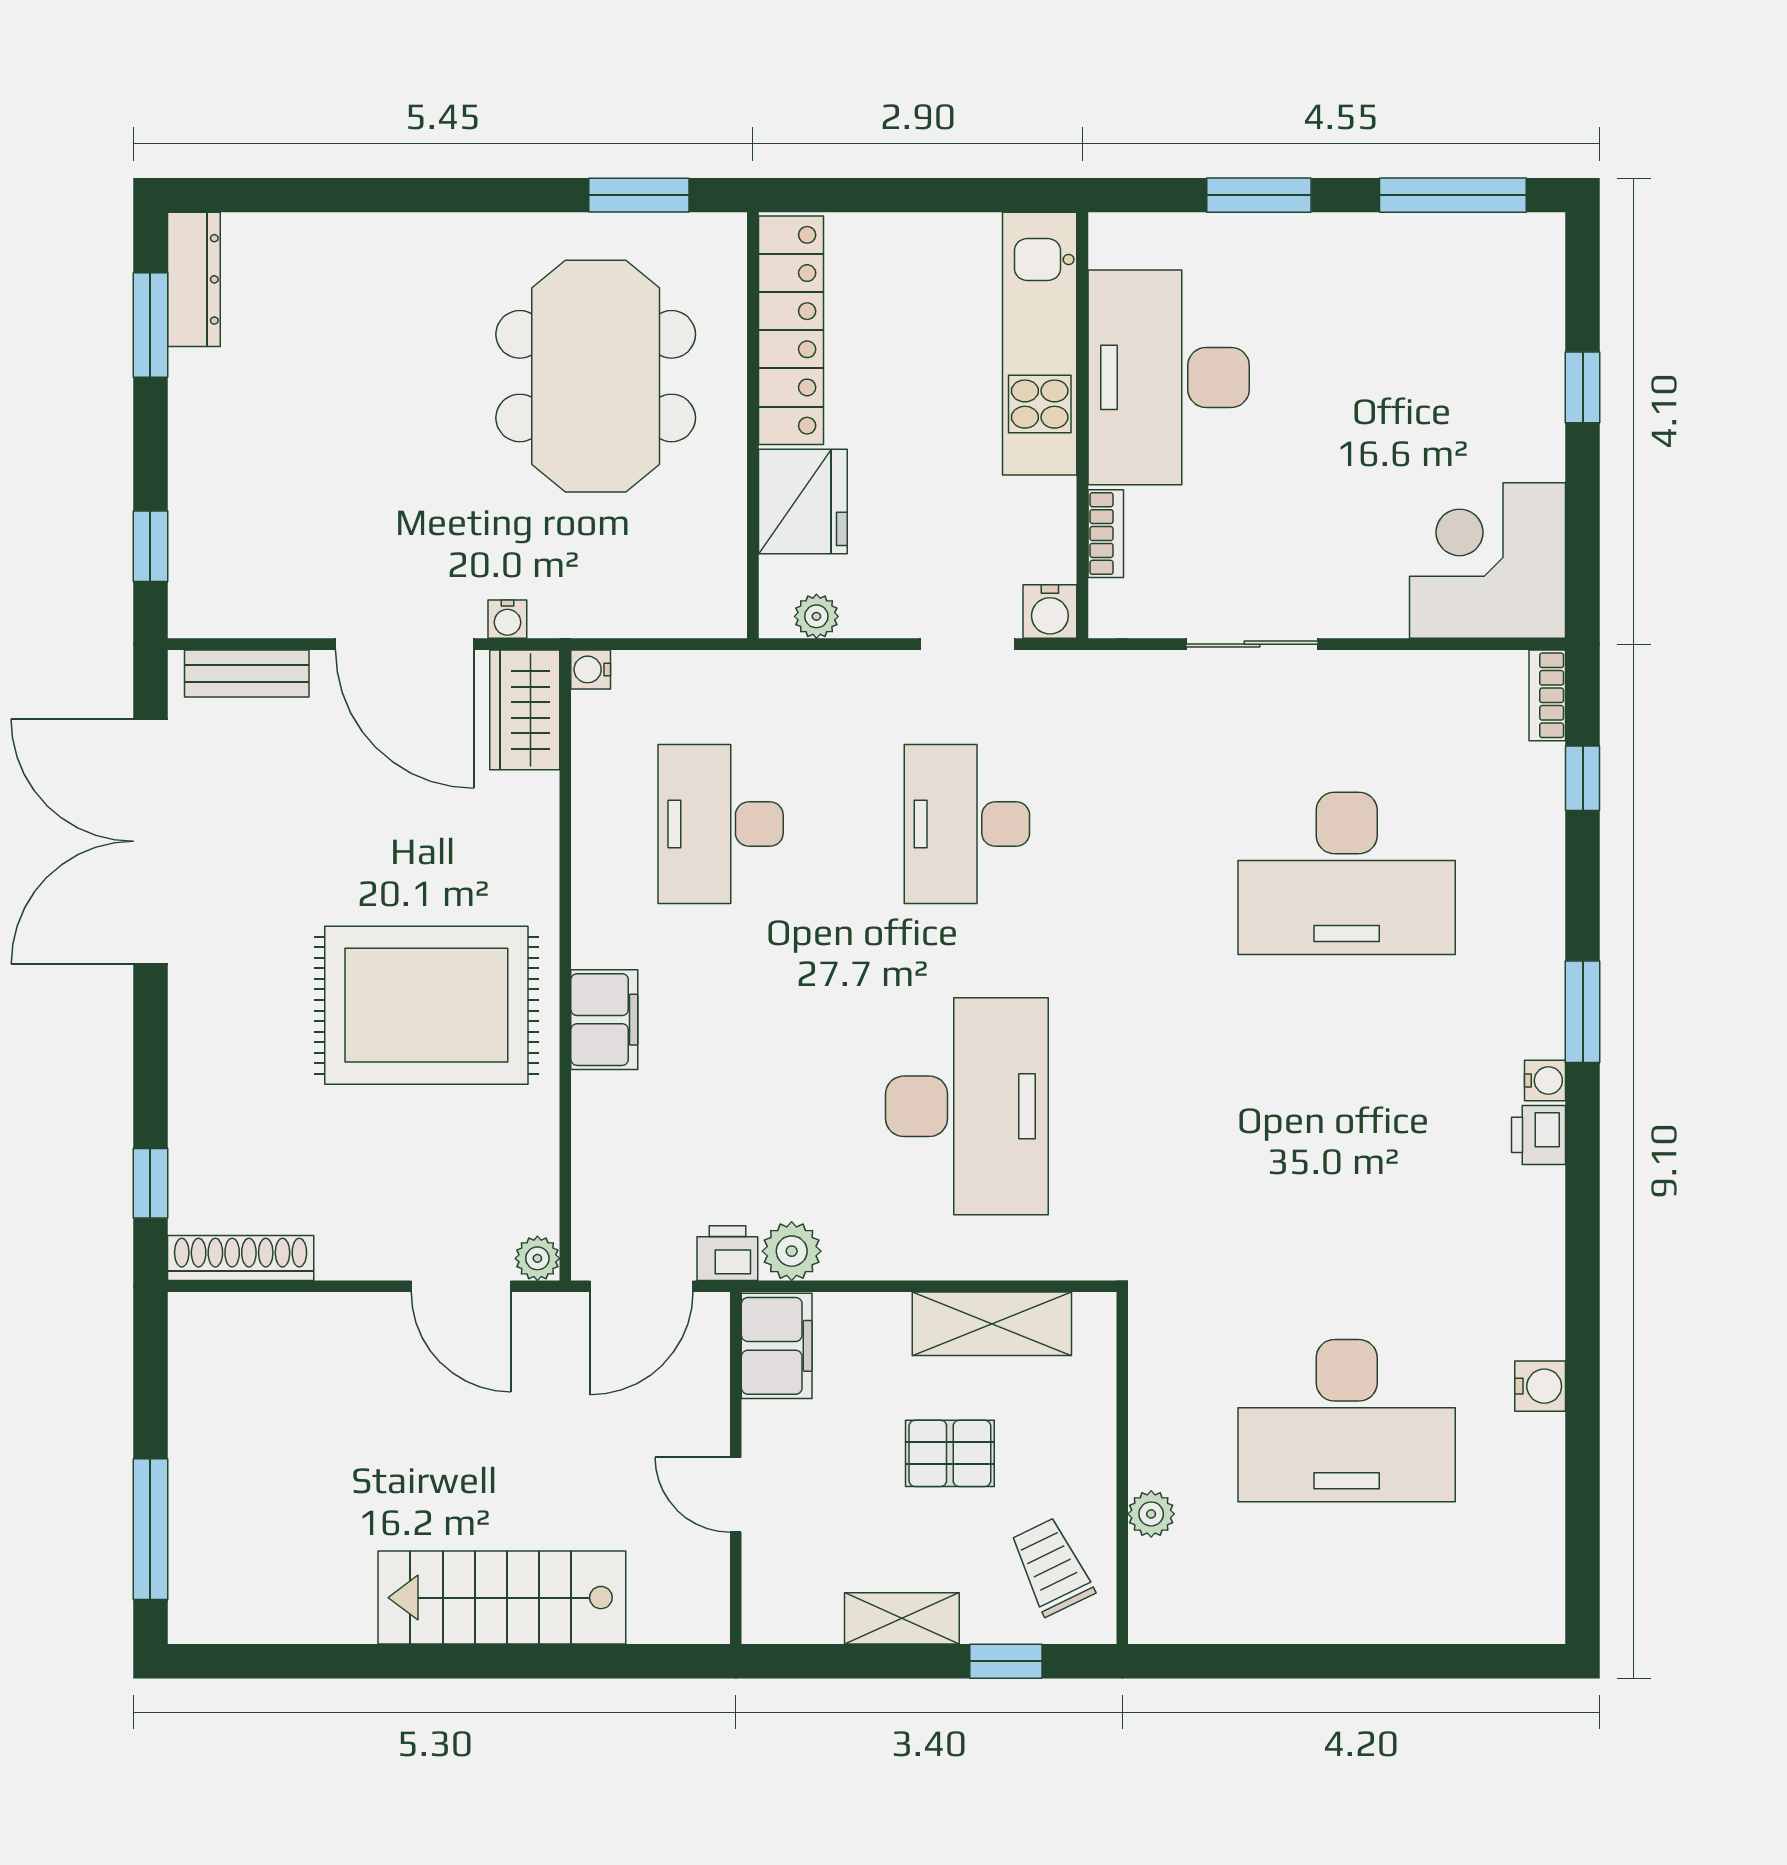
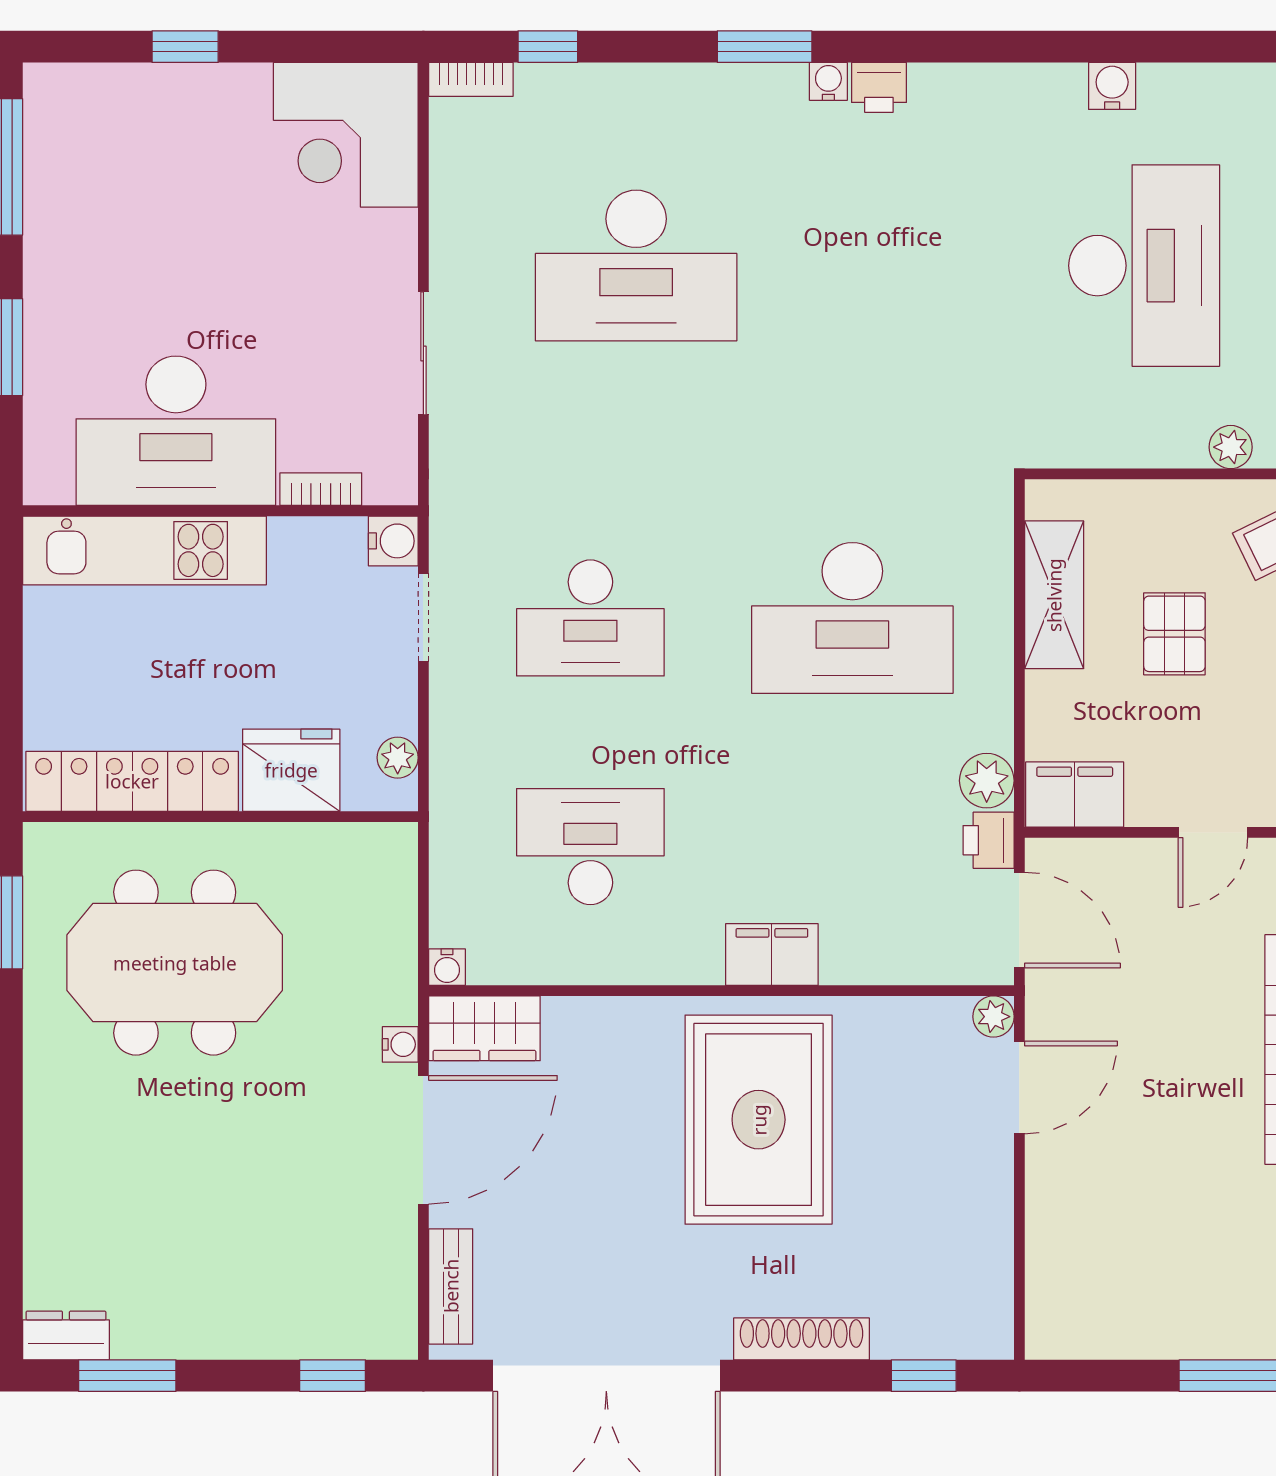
dresser: (194, 279) -> (66, 1335), width x0.70
desk: (721, 824) -> (590, 847), turned 180
desk: (1347, 873) -> (636, 266), turned 90
desk: (967, 1106) -> (852, 618), turned 180
shoe rack: (241, 1258) -> (801, 1339), moved, turned 90

